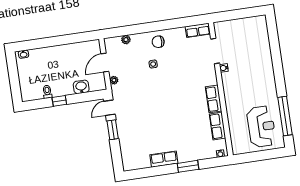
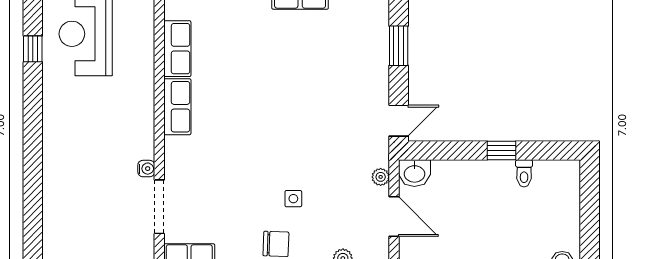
door: (105, 63) -> (394, 217), hinge flipped
washbasin: (81, 87) -> (414, 173), moved
window: (285, 116) -> (33, 49), width x0.32
window: (113, 130) -> (399, 46), moved

